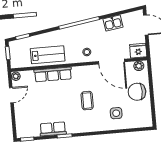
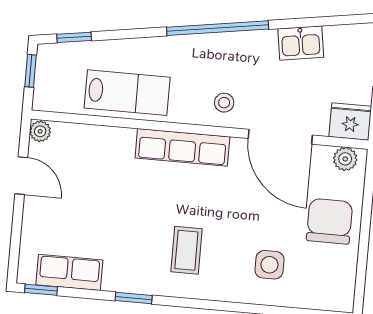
row of seats: (53, 74) -> (182, 147), moved
chair: (137, 92) -> (329, 221), turned 90
door: (11, 95) -> (21, 176), hinge flipped
coffee table: (87, 101) -> (186, 250), moved
row of seats: (53, 129) -> (69, 272), moved

